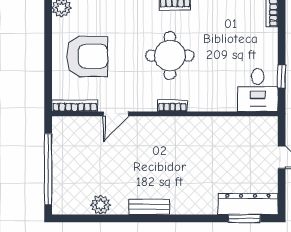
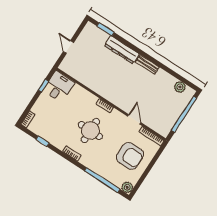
armchair: (87, 56) -> (130, 156), turned 180
door: (116, 114) -> (134, 119), hinge flipped
dresser: (248, 204) -> (122, 50), moved
plant: (101, 205) -> (180, 87), moved

